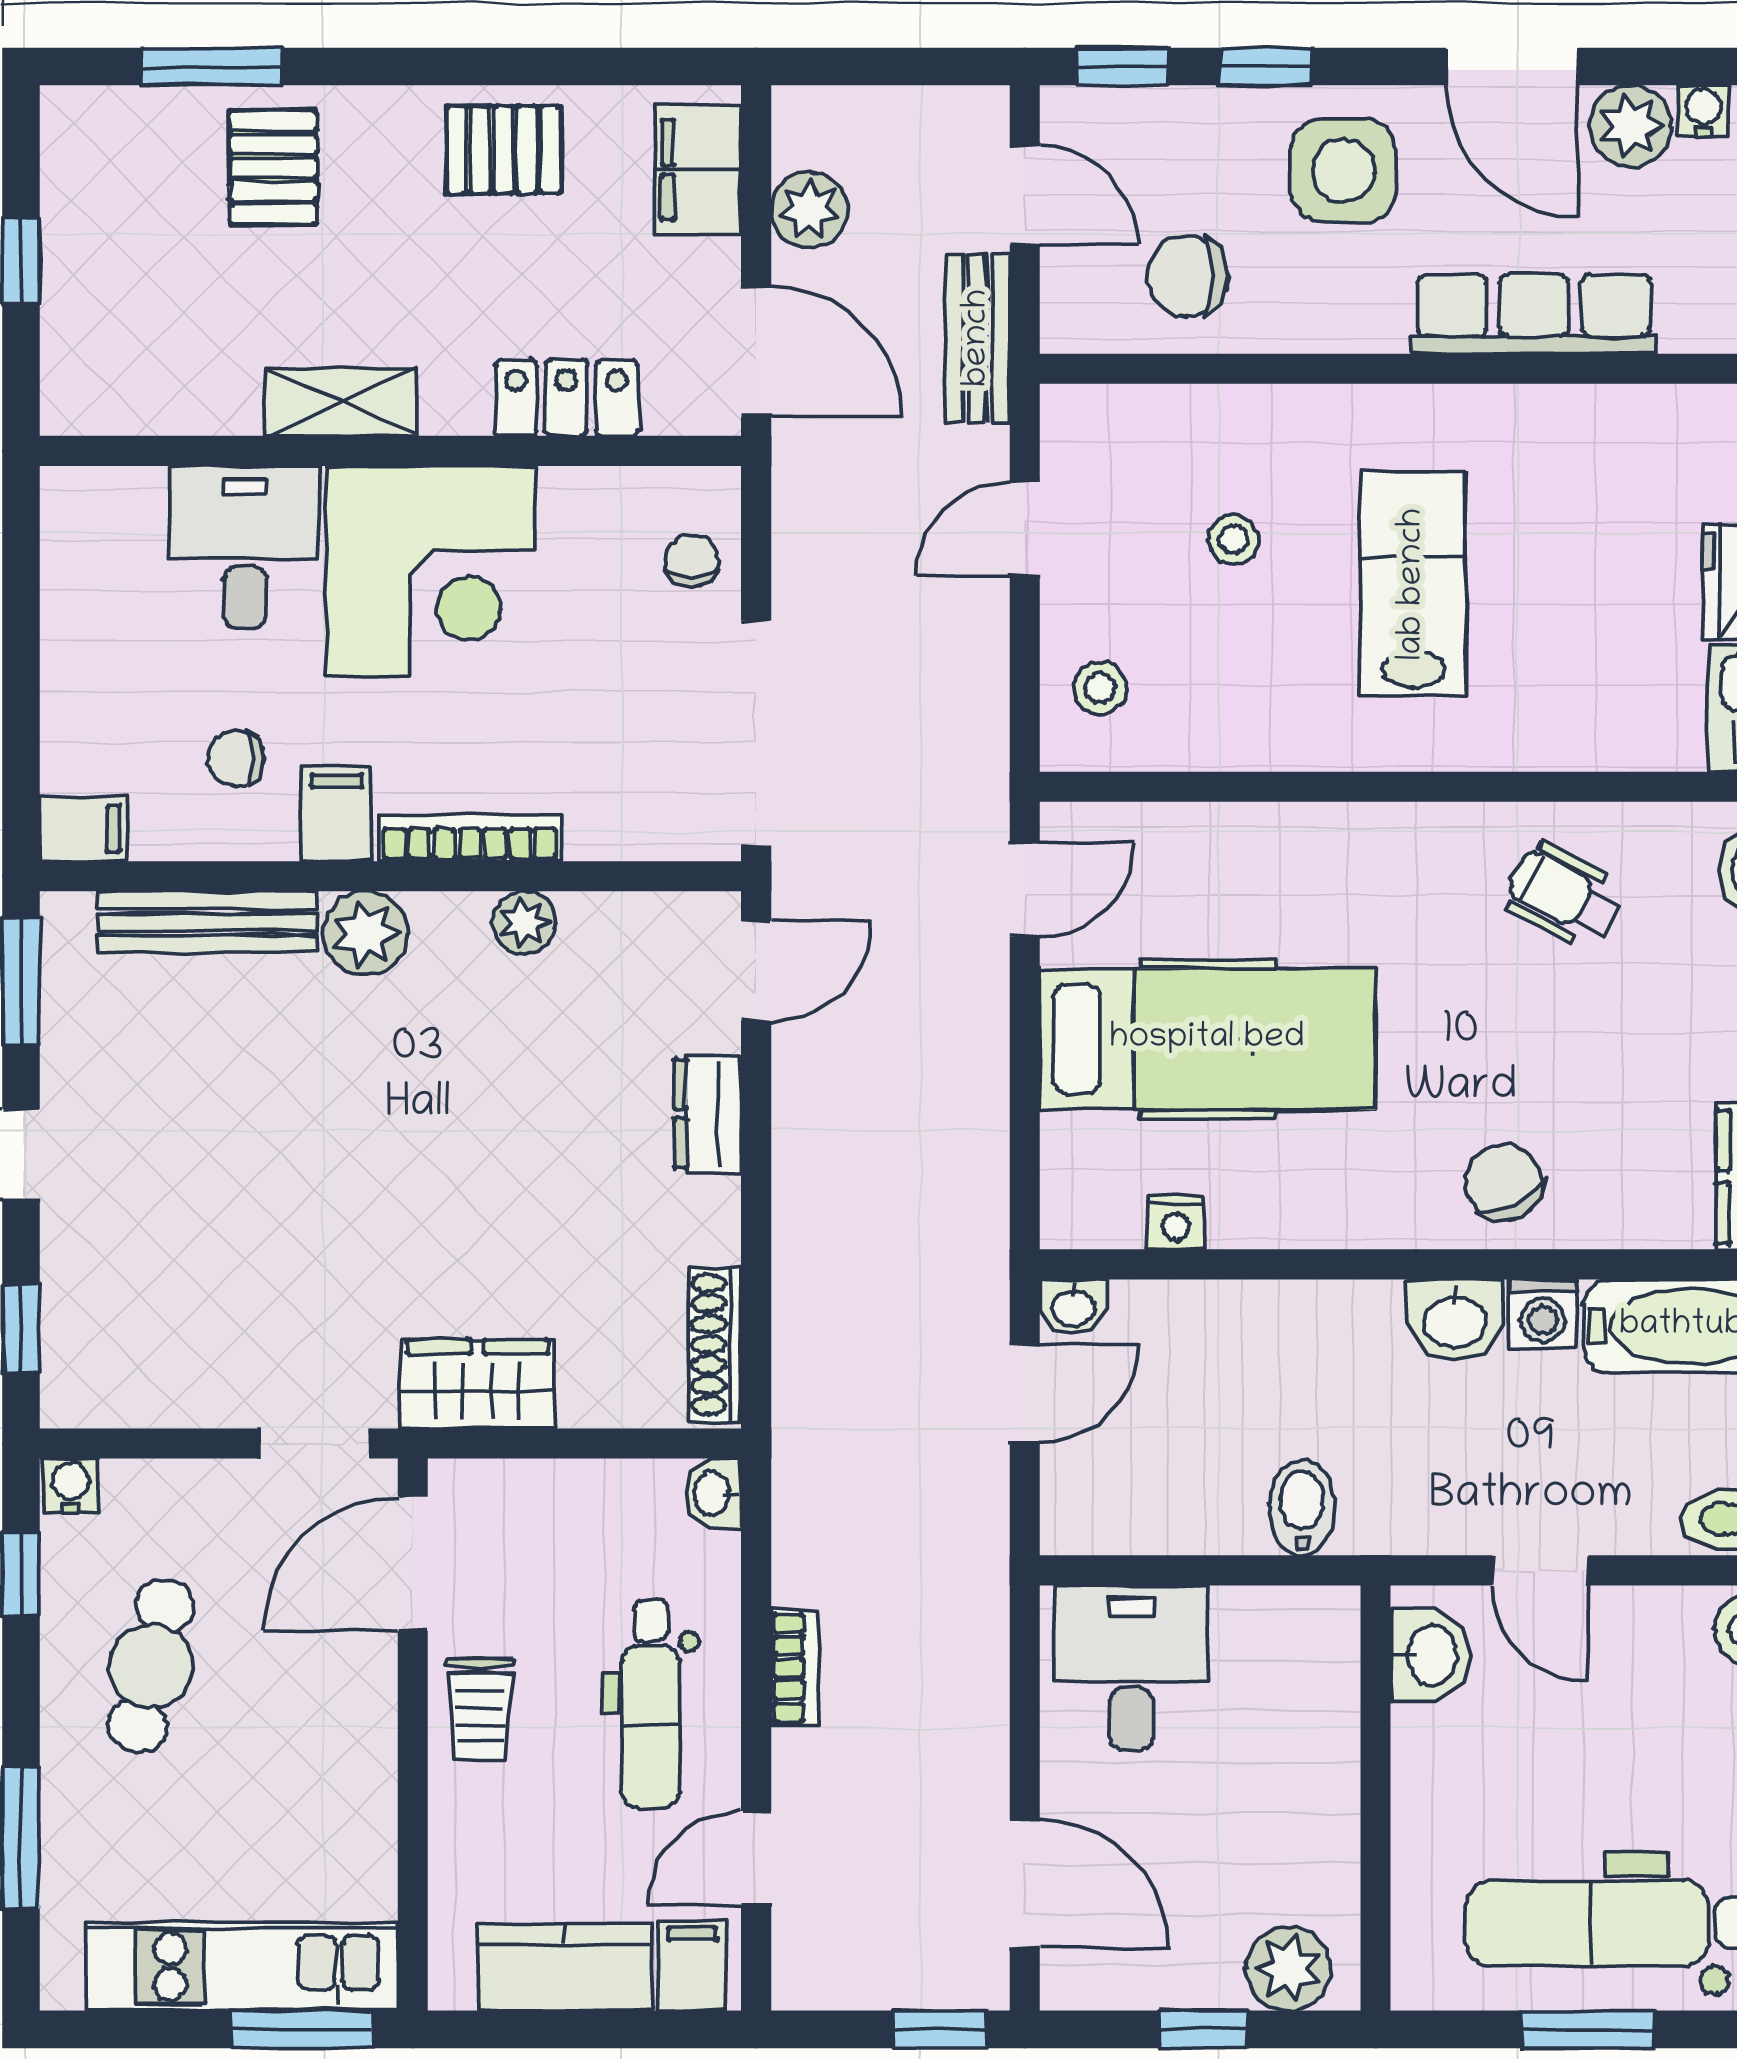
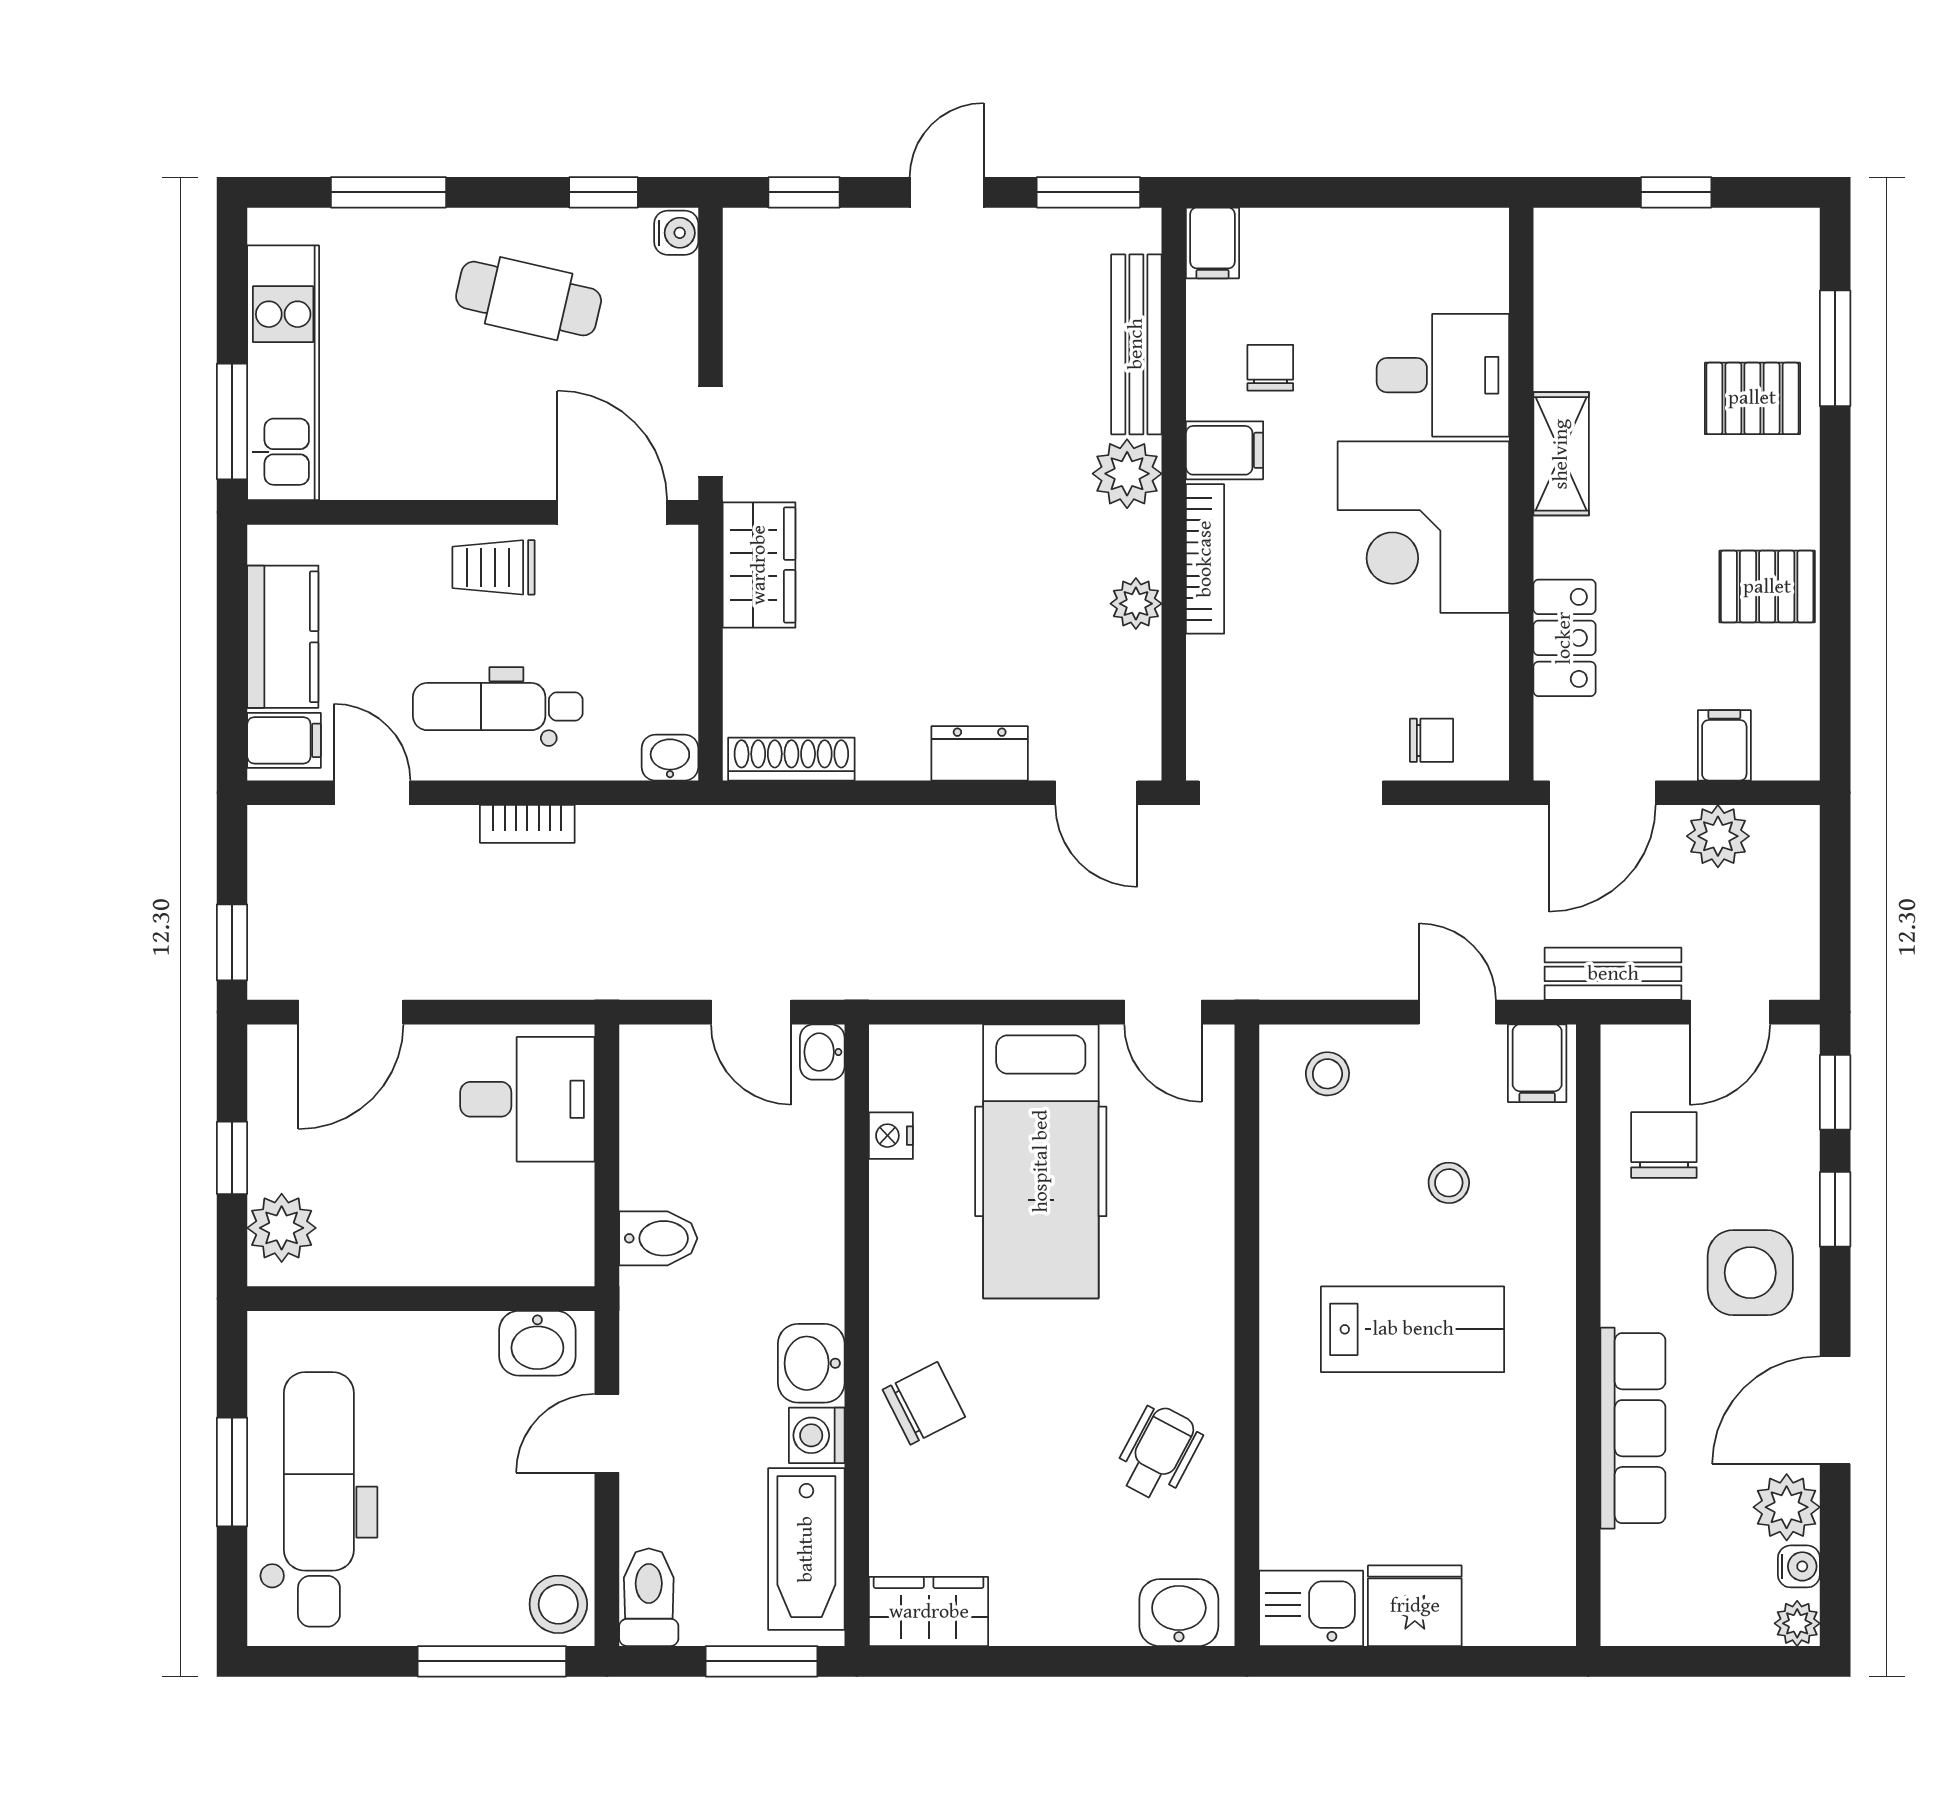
pallet: (504, 150) -> (1767, 587), turned 90
filing cabinet: (698, 170) -> (1724, 745), width x0.50
filing cabinet: (1087, 431) -> (1537, 1063), added

